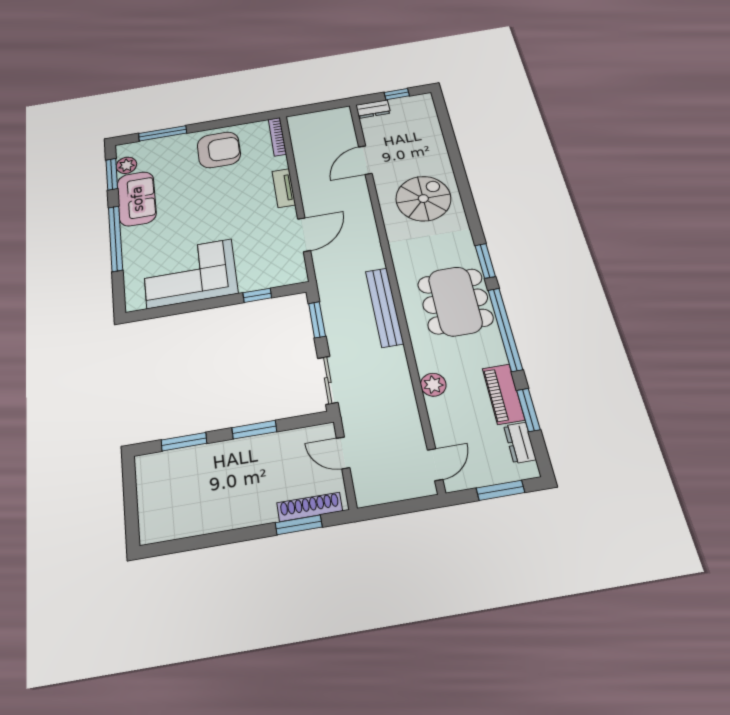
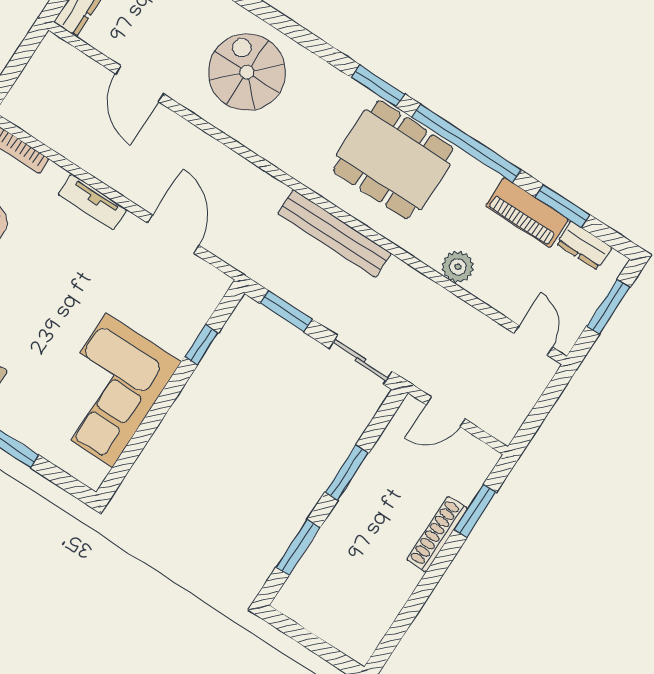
shoe rack: (310, 507) -> (437, 534), moved

